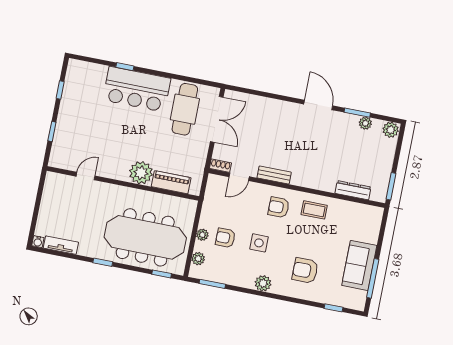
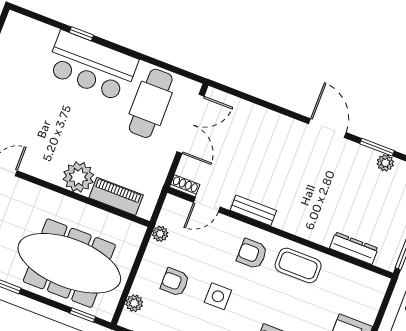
coffee table: (314, 210) -> (298, 265), width x1.36, depth x1.30
plant: (202, 235) -> (160, 234), moved

